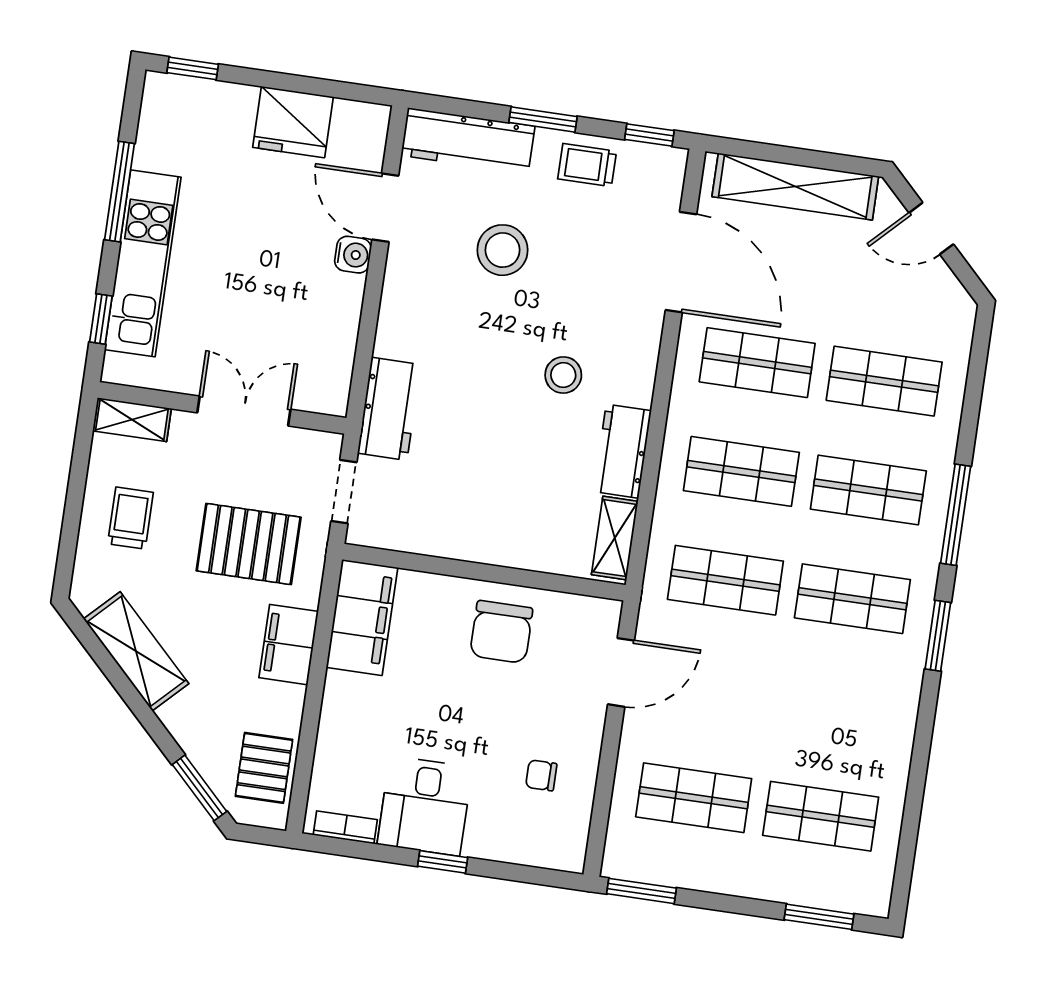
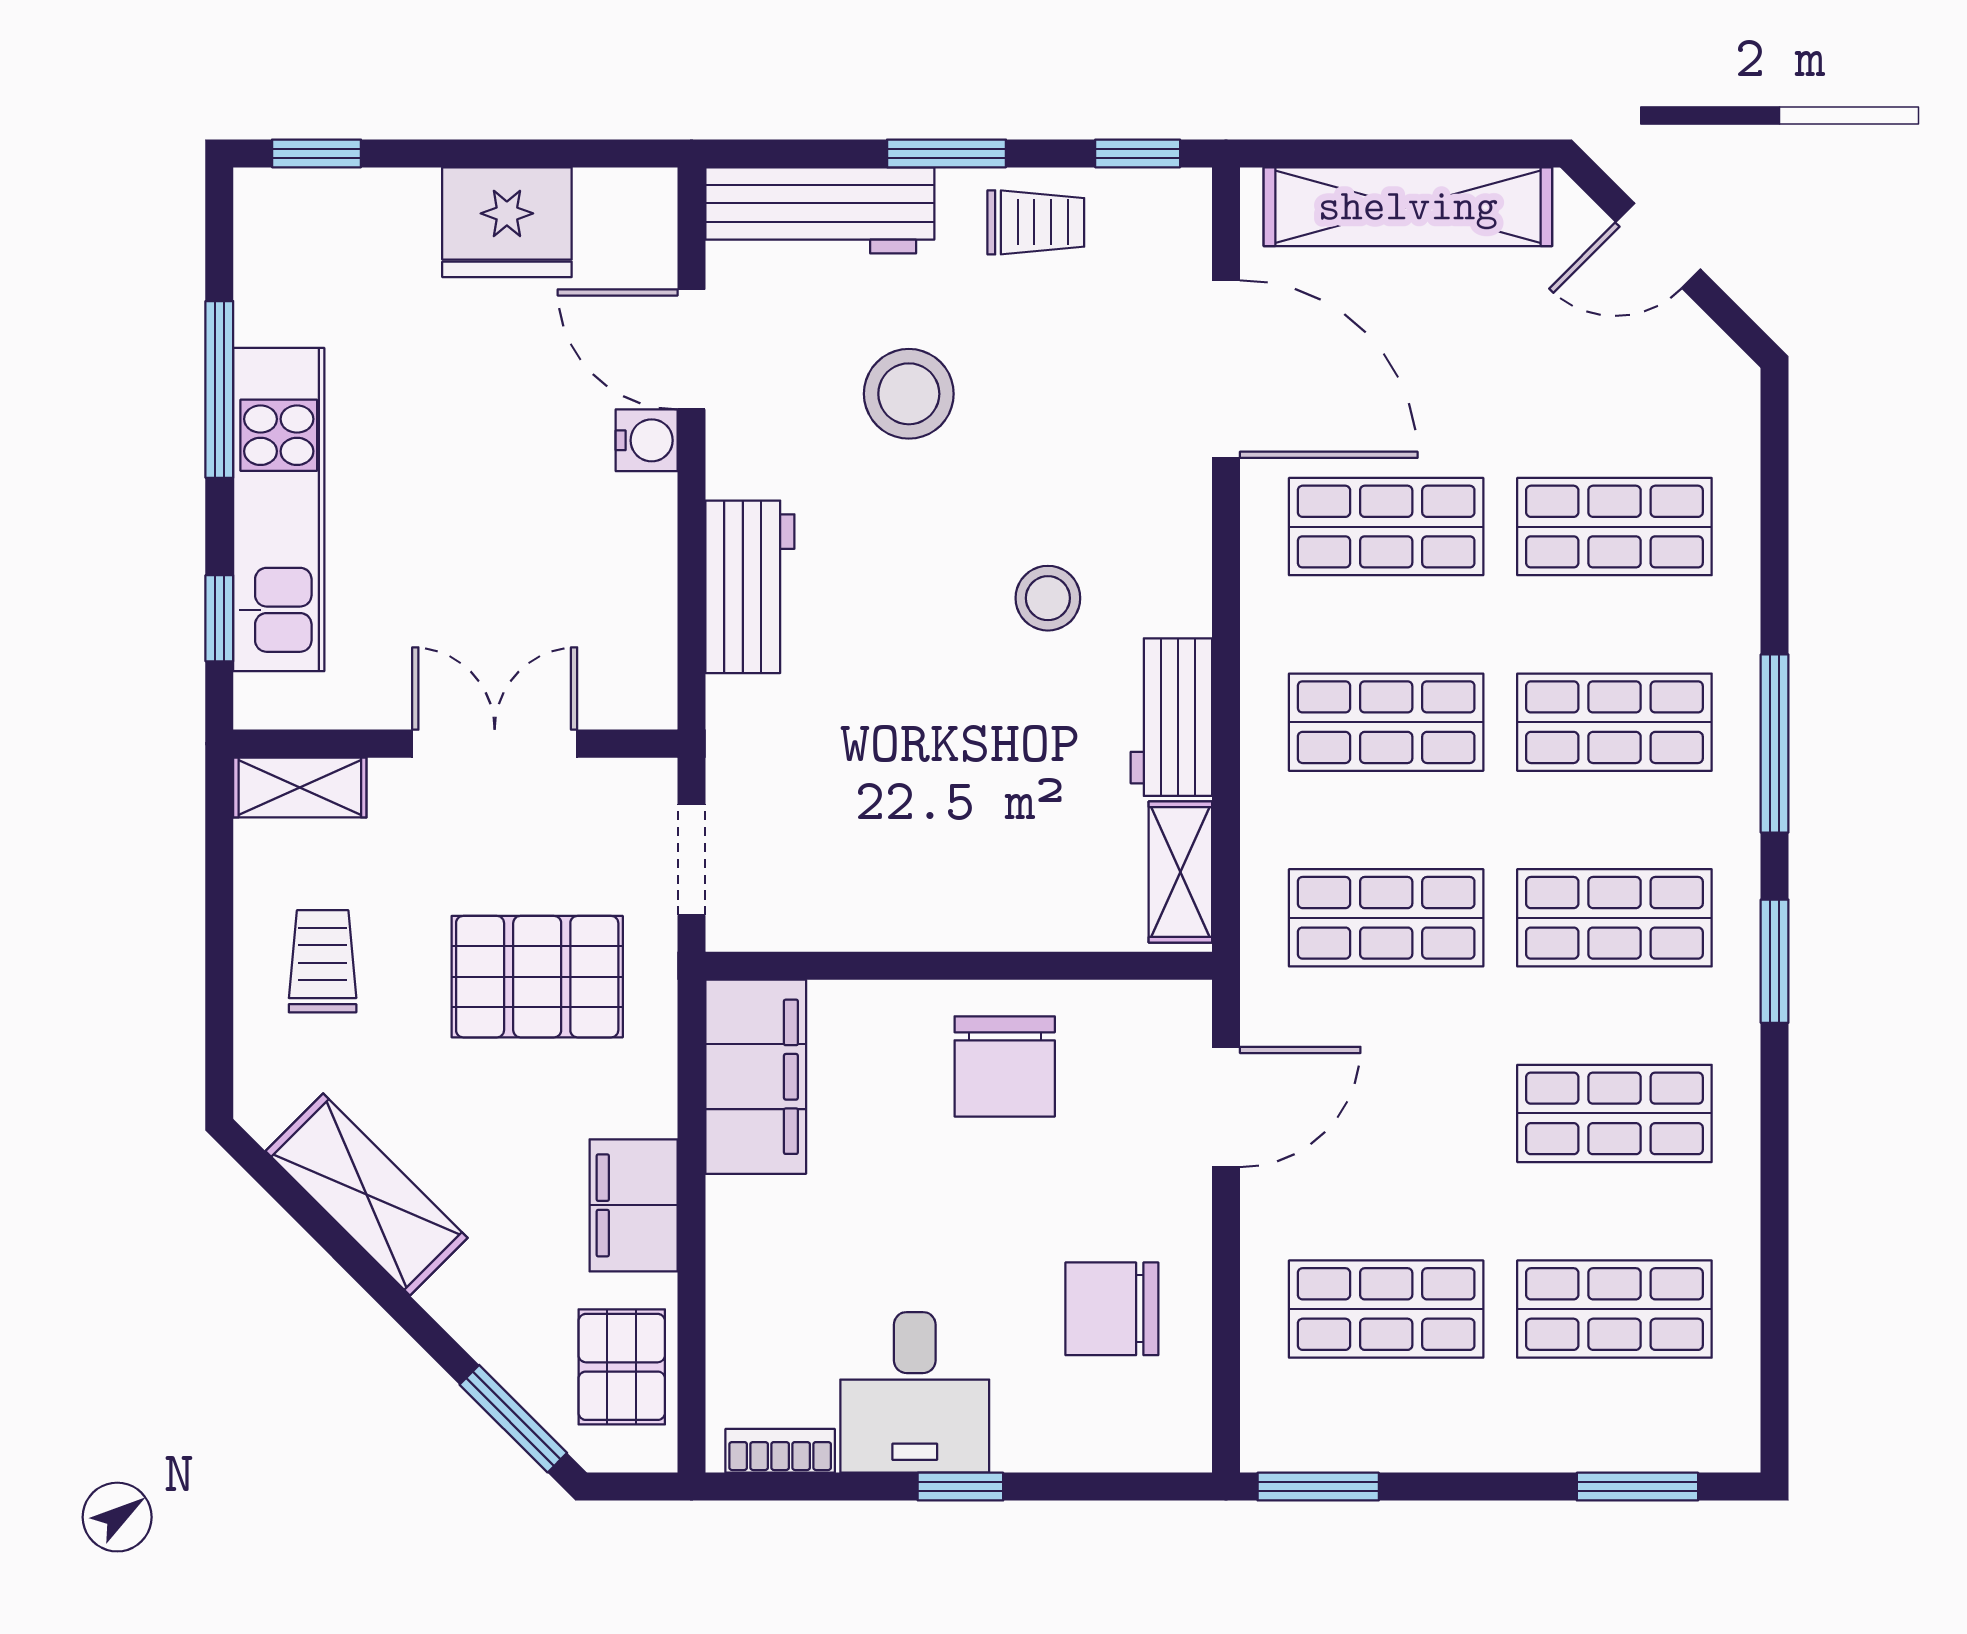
trolley: (587, 165) -> (1036, 222), turned 180
workbench: (389, 409) -> (750, 587), moved
filing cabinet: (289, 645) -> (634, 1205), moved
shop shelf: (837, 707) -> (1614, 1113), added
chair: (541, 775) -> (1112, 1309), width x1.87, depth x1.87

